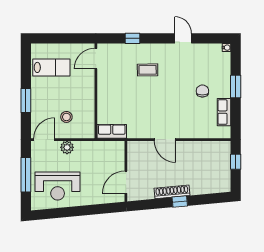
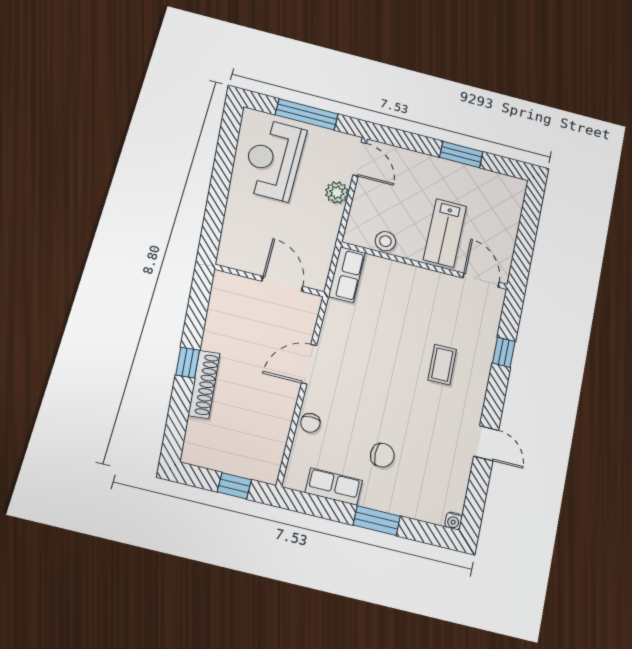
door: (183, 38) -> (486, 443), hinge flipped
lab bench: (51, 67) -> (445, 233), moved
window: (26, 100) -> (461, 155), moved
stool: (66, 117) -> (385, 241), moved
chair: (195, 131) -> (310, 423), added
door: (126, 182) -> (282, 284), moved
shoe rack: (172, 192) -> (204, 384), moved

